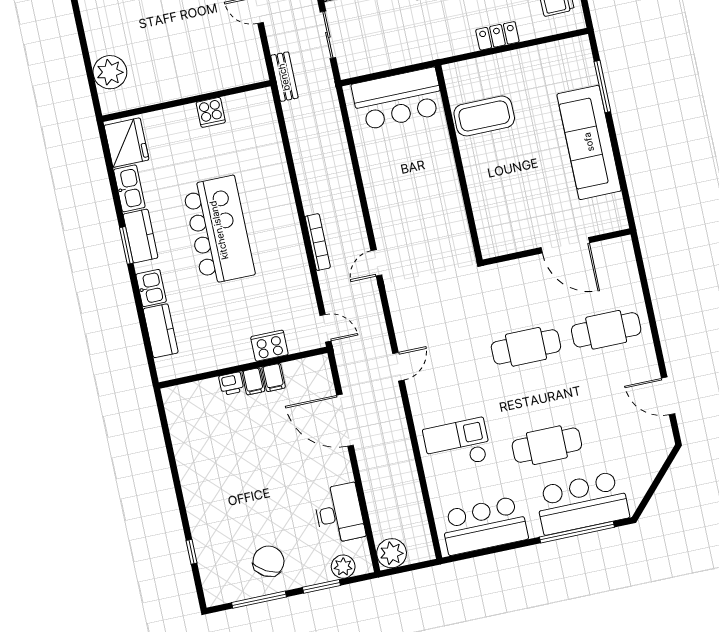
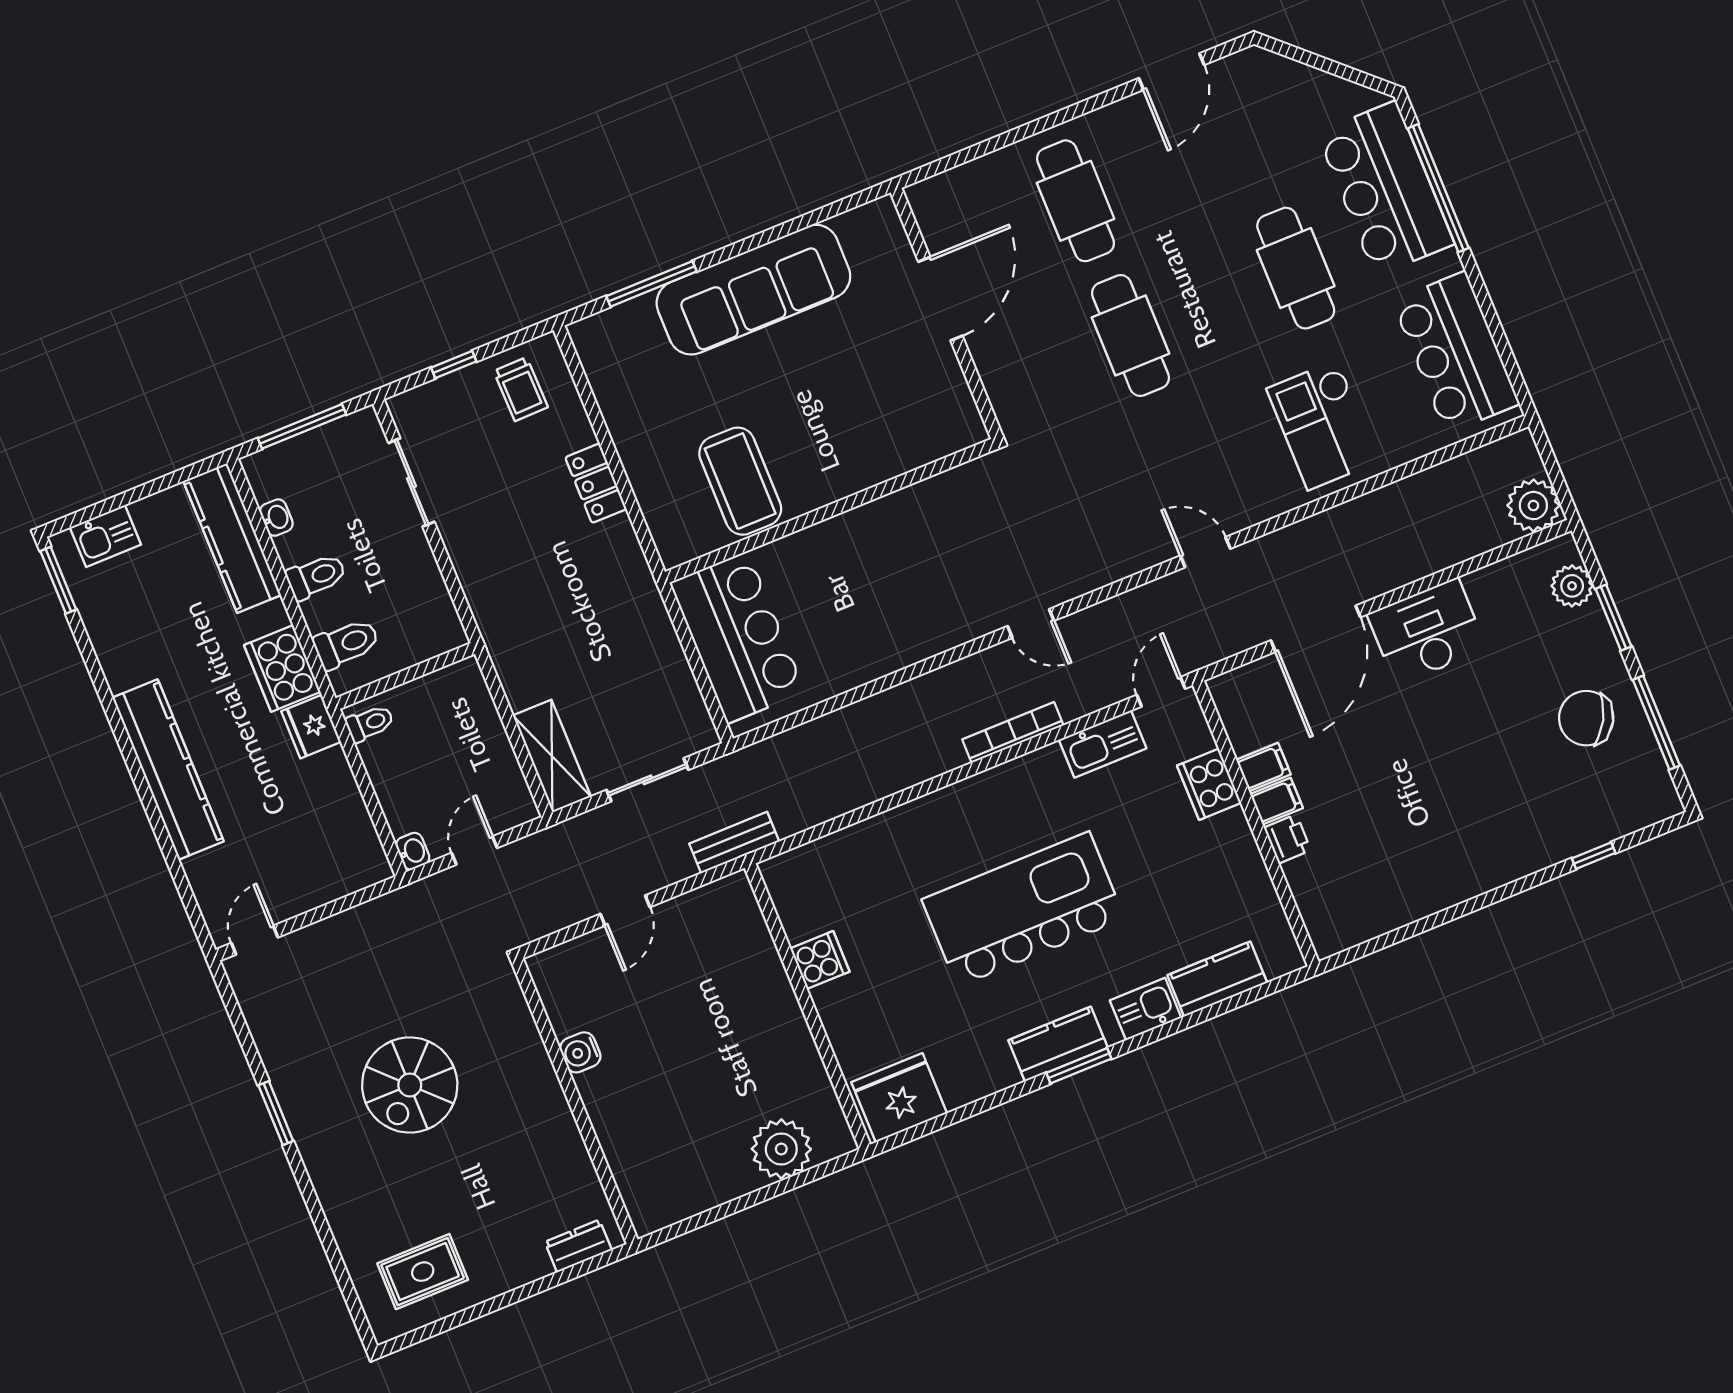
kitchen sink: (129, 188) -> (1103, 744), moved, turned 180
desk: (339, 513) -> (1427, 632), moved

